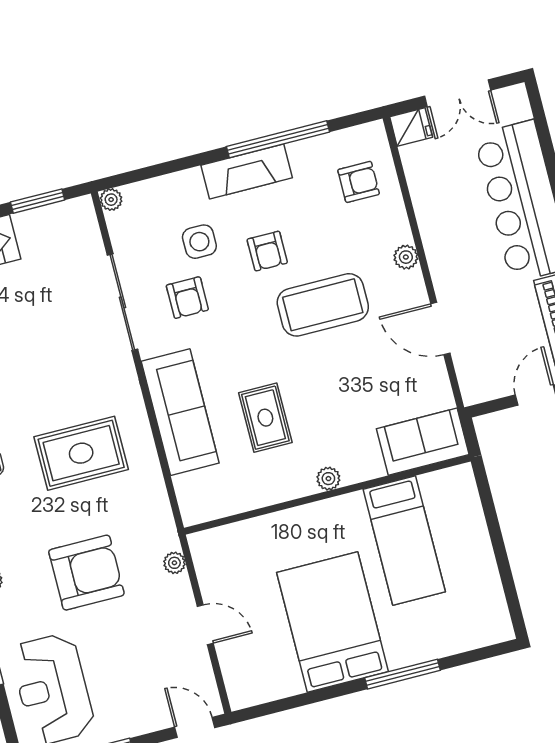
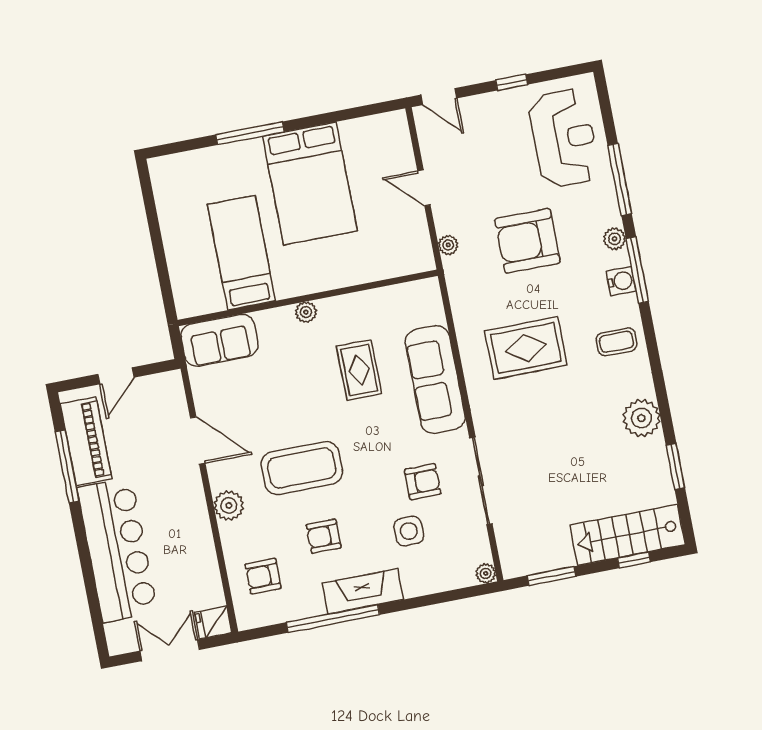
armchair: (267, 251) -> (324, 536), moved, turned -90
plant: (406, 257) -> (229, 506), width x1.38, depth x1.38
armchair: (187, 298) -> (423, 482), turned 90

